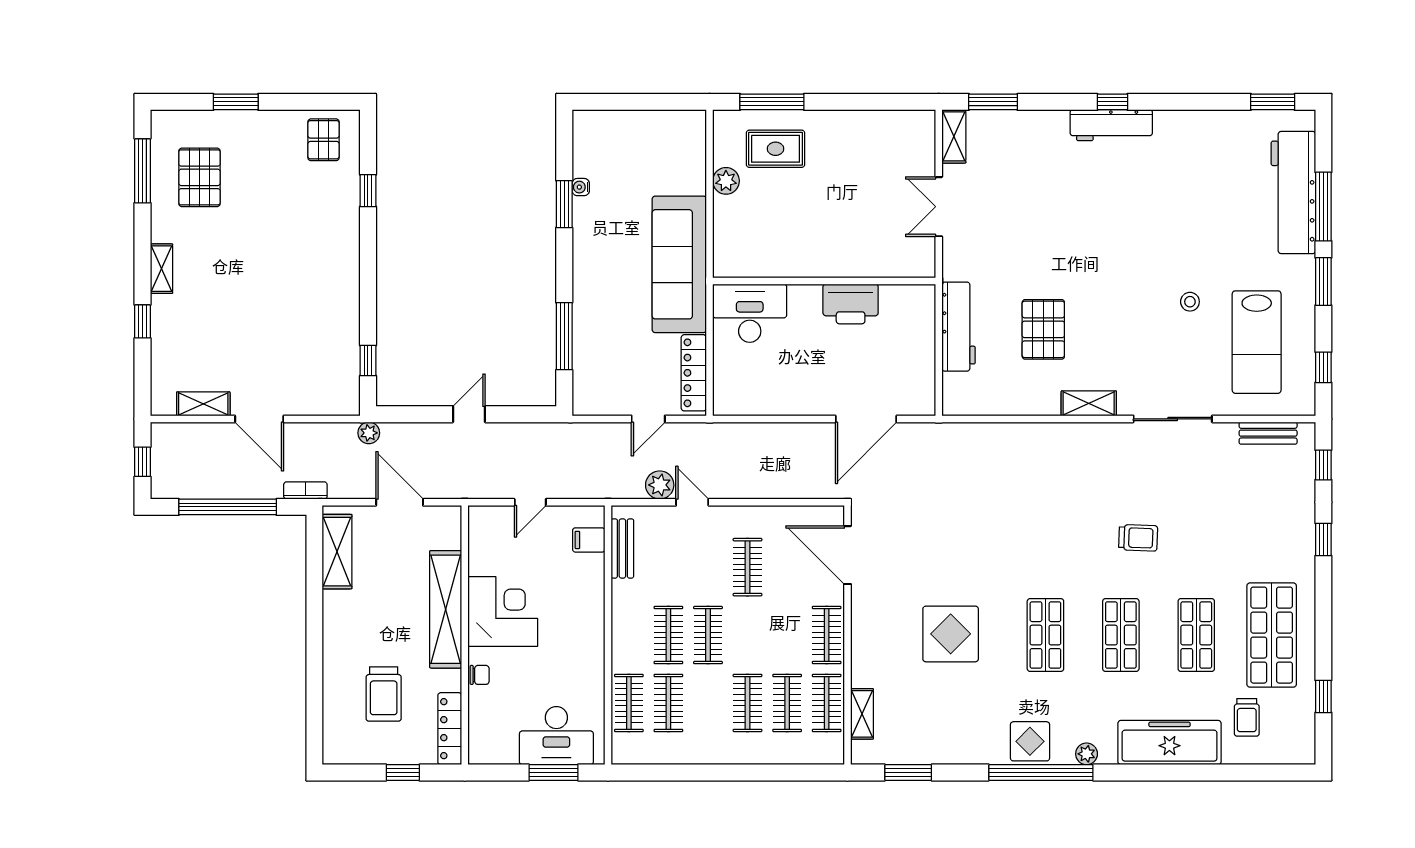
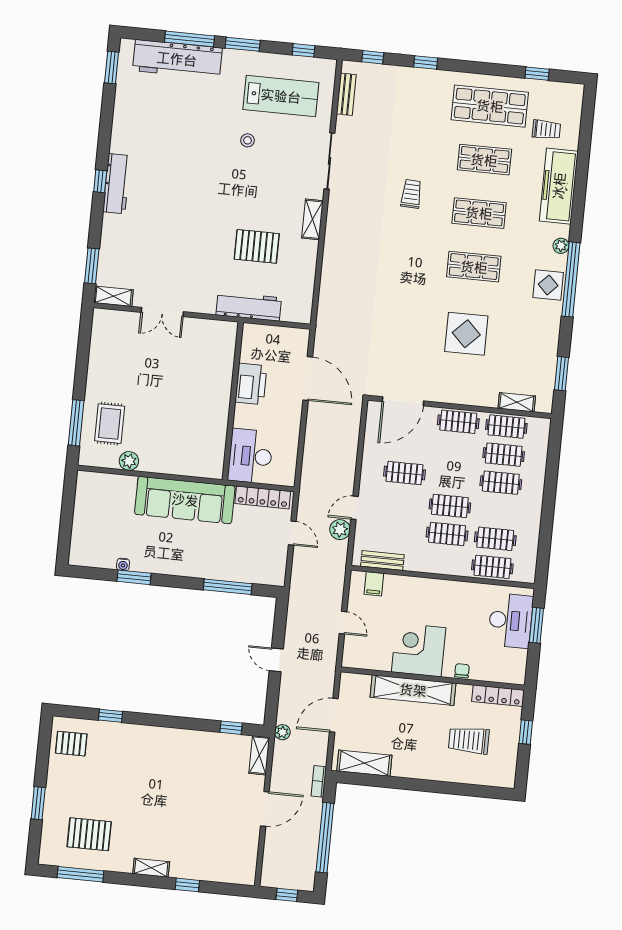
wall: (824, 281) -> (233, 401), moved
printer: (851, 304) -> (251, 384), moved
desk: (750, 313) -> (250, 456), moved
shelving: (203, 404) -> (259, 755), moved
trolley: (384, 694) -> (469, 740), turned 180

